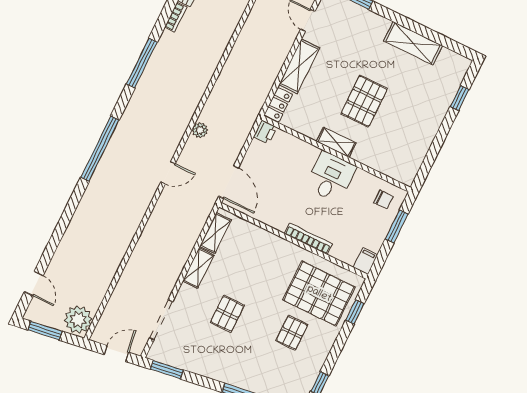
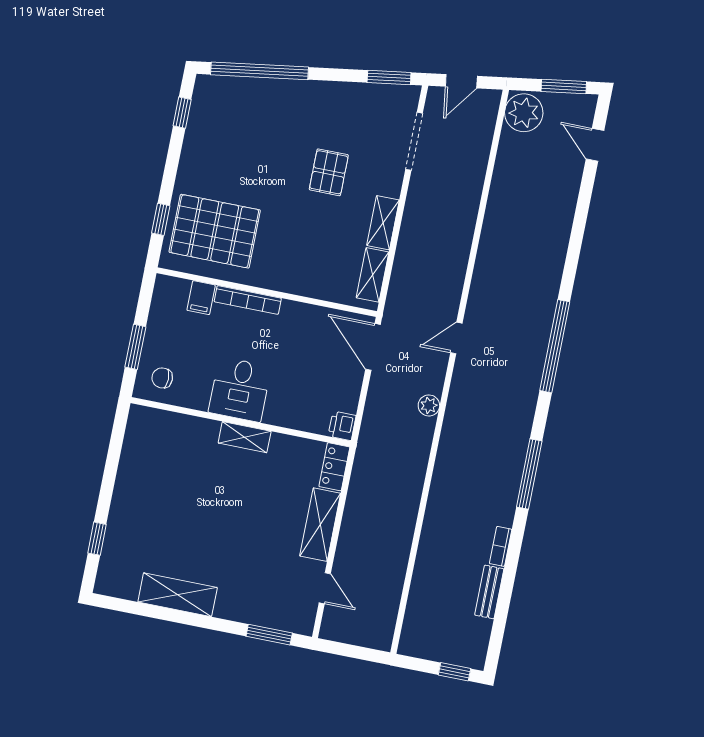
pallet: (364, 101) -> (222, 501), removed
filing cabinet: (365, 261) -> (201, 298), moved
pallet: (292, 333) -> (237, 170), removed

